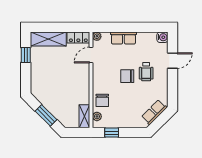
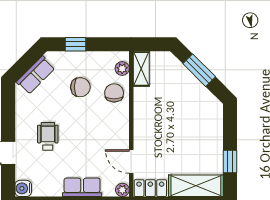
door: (91, 55) -> (131, 162), swing flipped
chair: (127, 76) -> (80, 87), moved
window: (112, 133) -> (76, 44), moved

